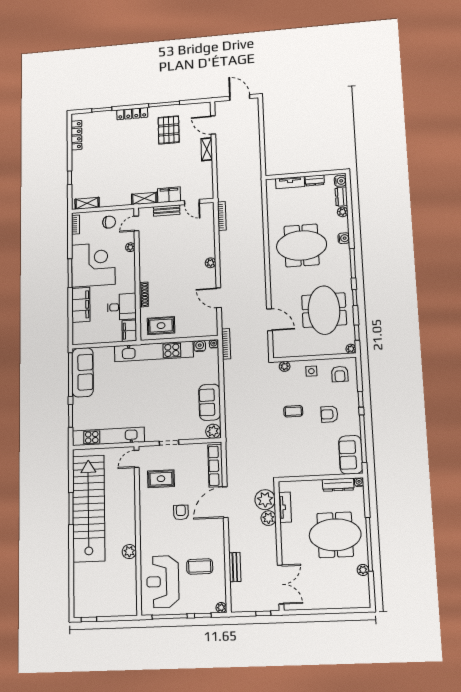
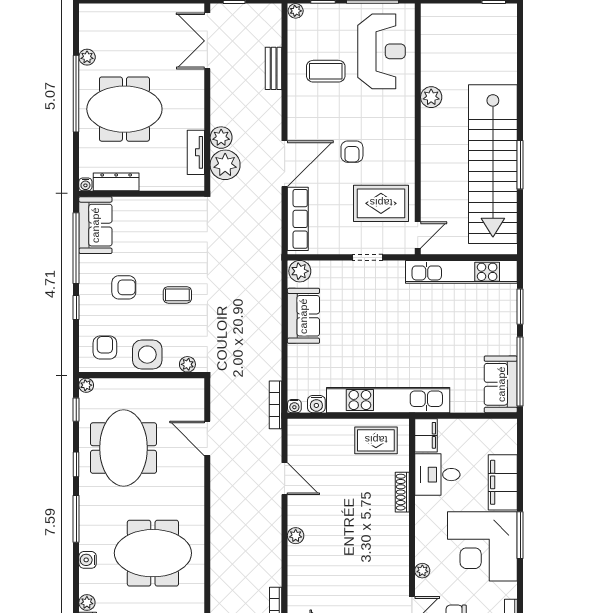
side table: (311, 371) -> (147, 355), width x1.87, depth x1.87
sofa: (83, 372) -> (501, 384), width x0.73
rug: (161, 479) -> (381, 203), width x1.36, depth x1.43

